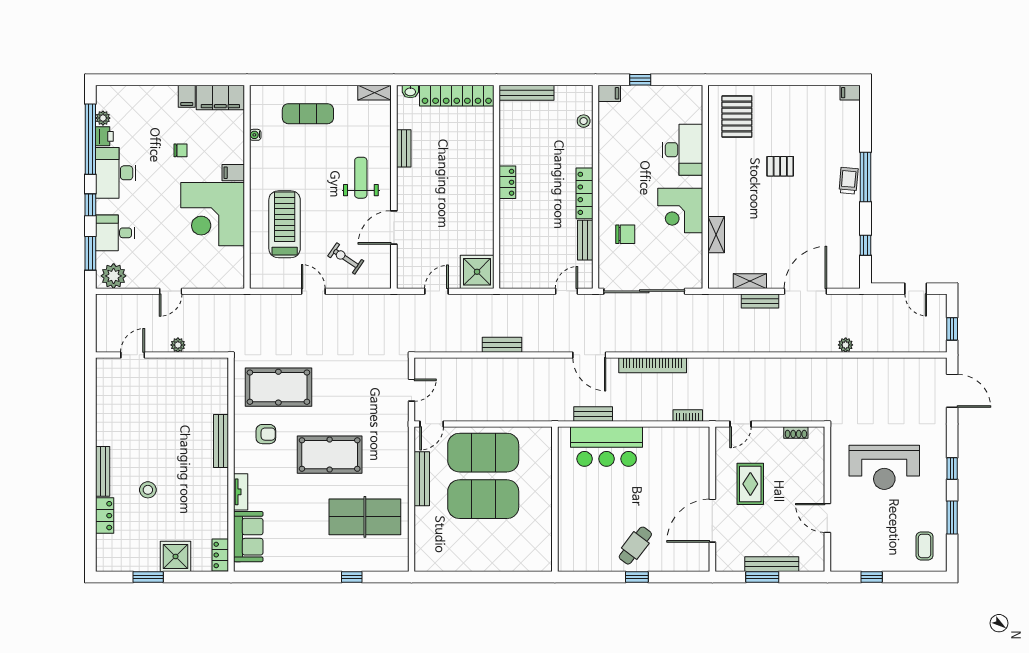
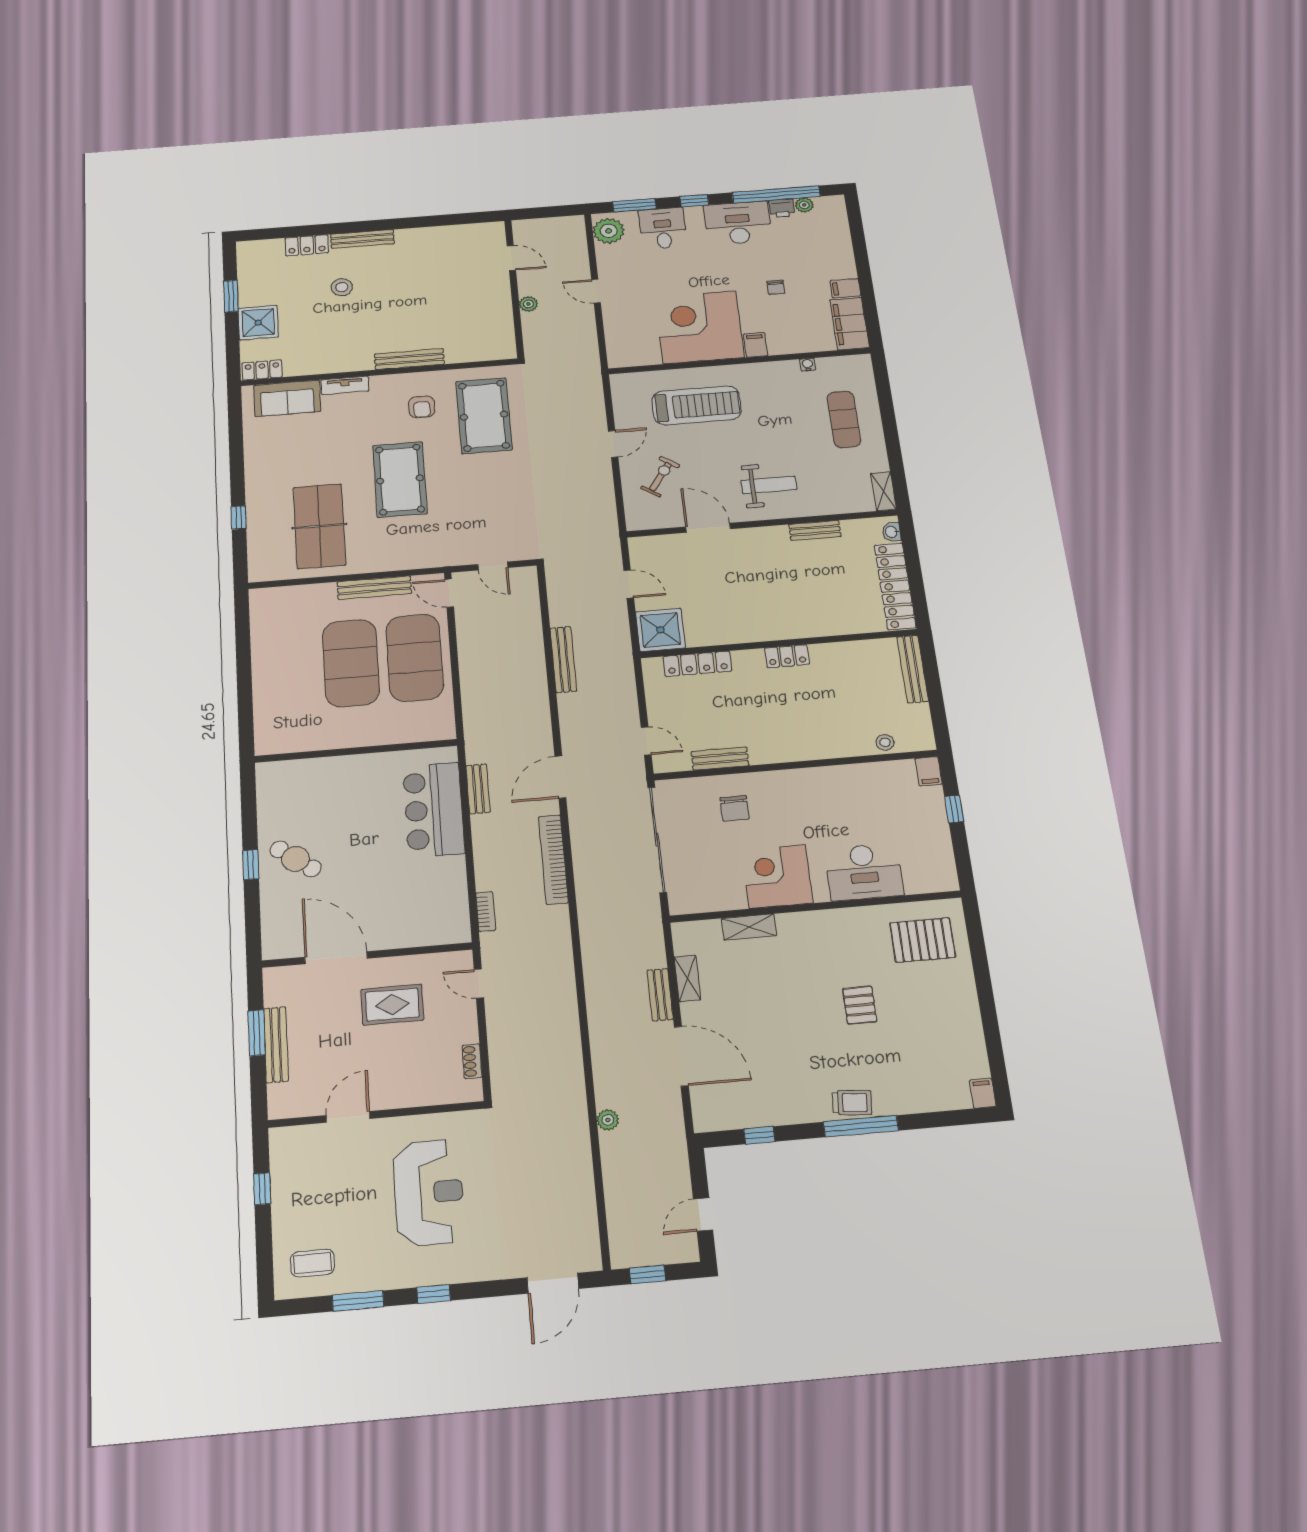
locker: (585, 193) -> (697, 664), moved, turned 180
bench: (502, 345) -> (563, 659), width x1.36
reception desk: (884, 467) -> (429, 1192), turned 180

